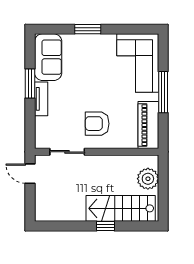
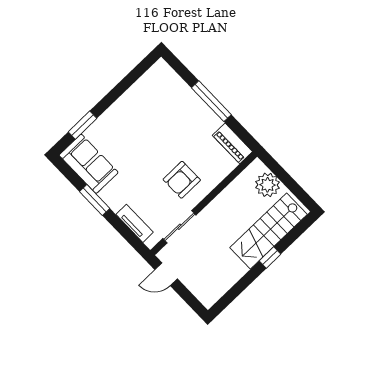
window: (88, 29) -> (83, 125), moved
corner sofa: (138, 63) -> (167, 97), removed
tv unit: (41, 99) -> (135, 223), moved
piano: (148, 125) -> (232, 143), width x0.73, depth x0.75

